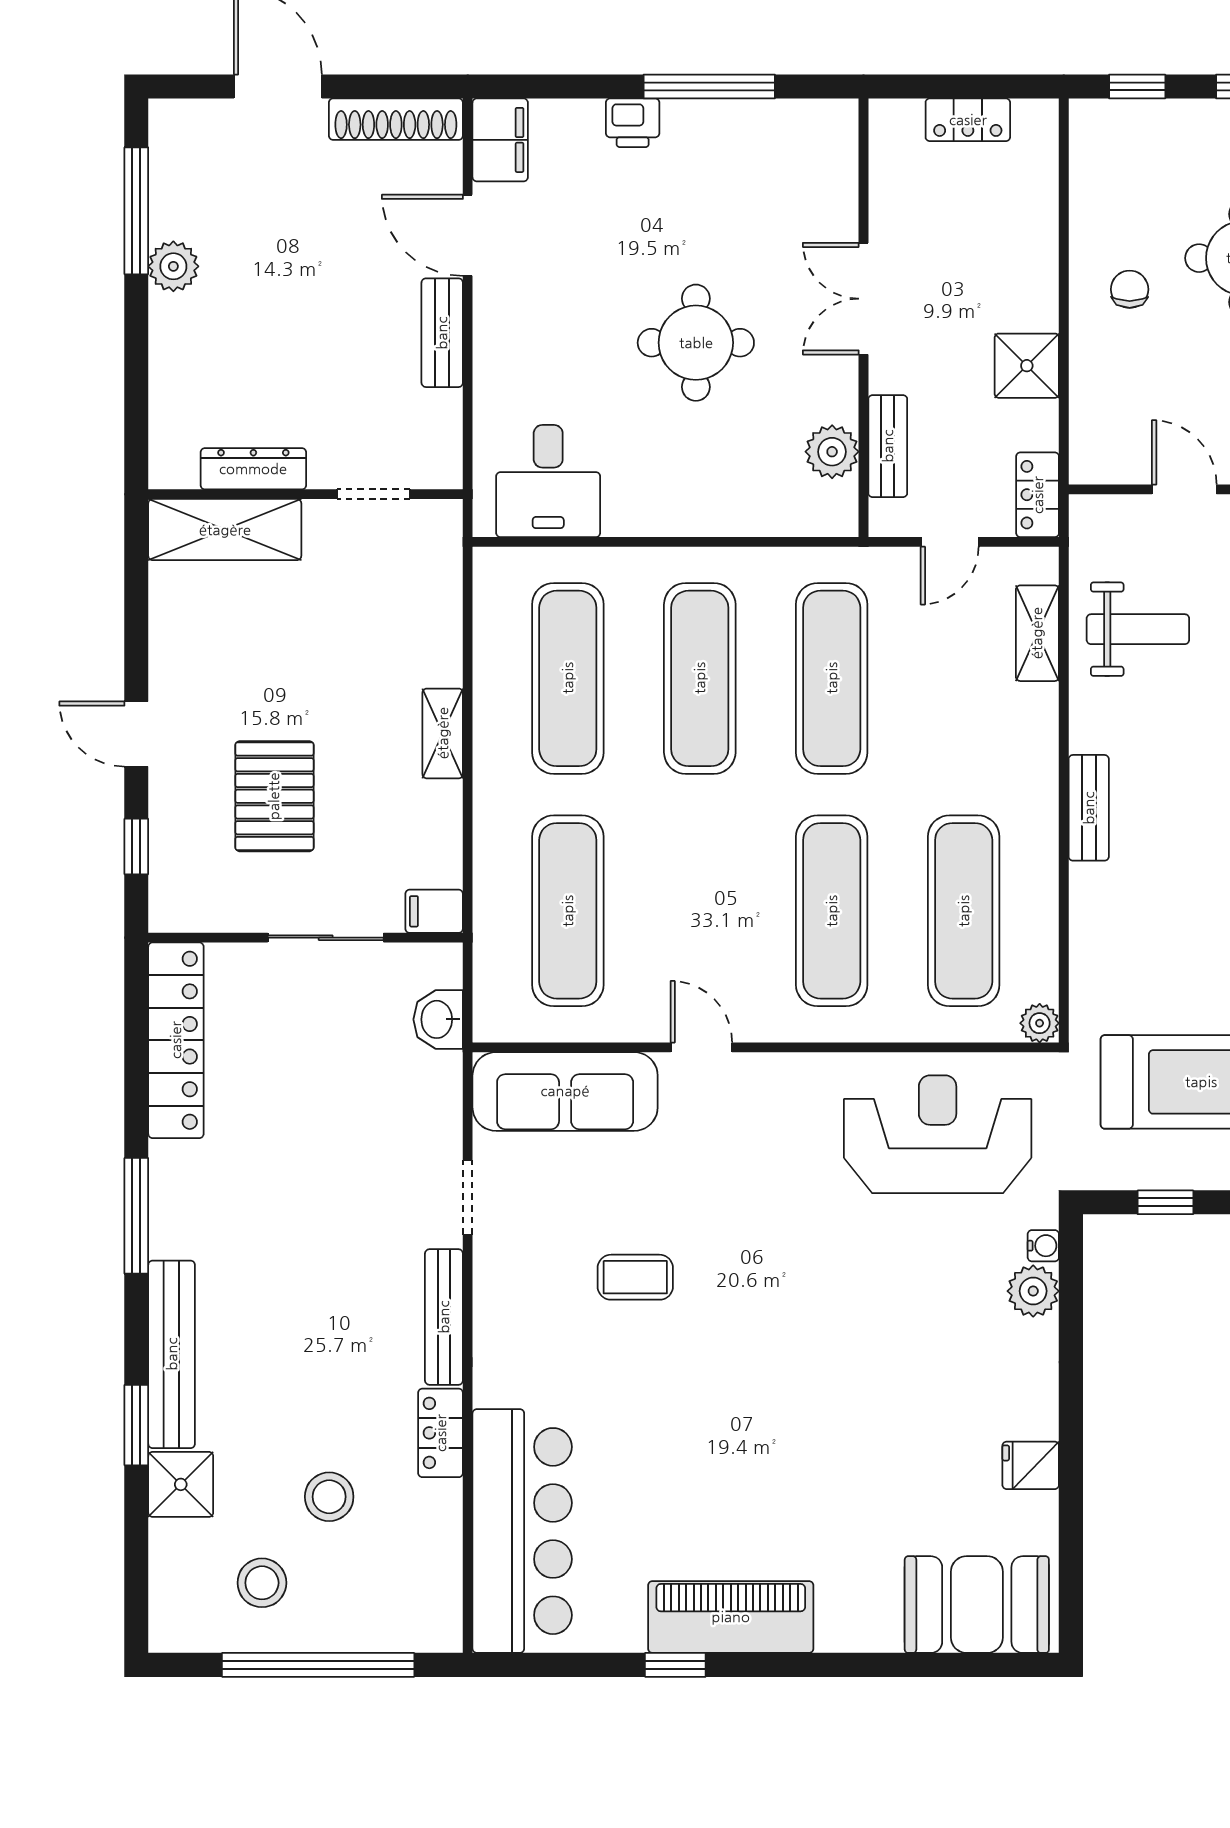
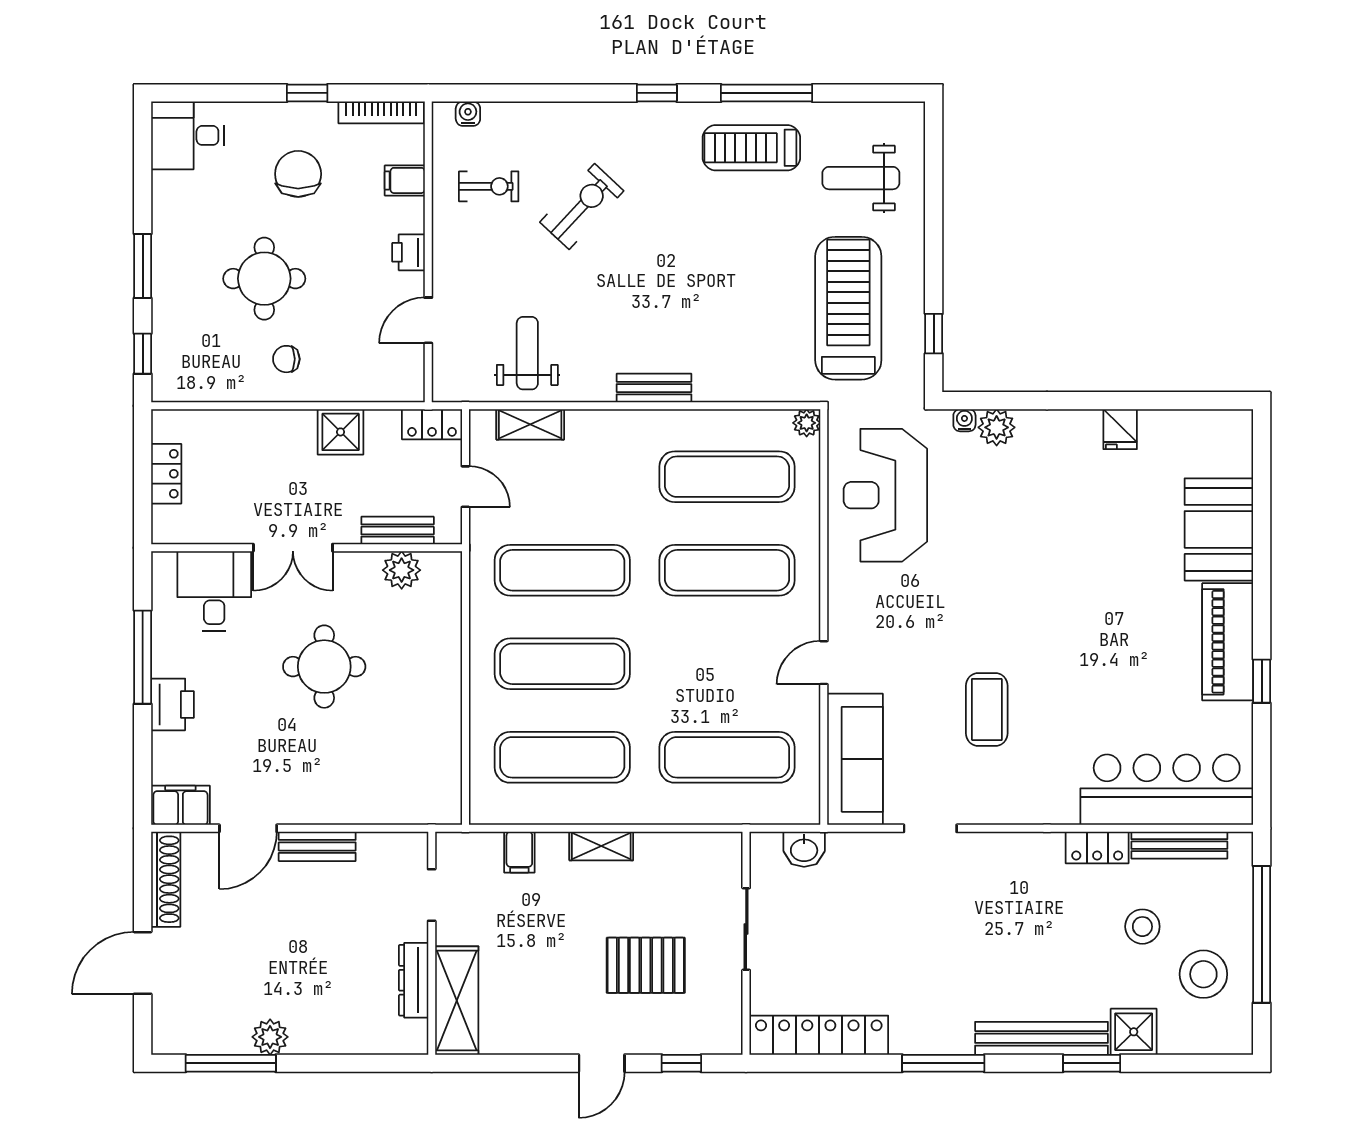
printer: (633, 123) -> (172, 704), width x1.36, depth x1.24
desk: (548, 481) -> (214, 591), moved, turned -90
filing cabinet: (434, 911) -> (519, 852), moved
coffee table: (635, 1277) -> (987, 710), width x1.36, depth x1.30
bench: (444, 1317) -> (1179, 845), moved
stool: (262, 1583) -> (1203, 974), width x1.38, depth x1.38
booth: (977, 1605) -> (1219, 529), moved

